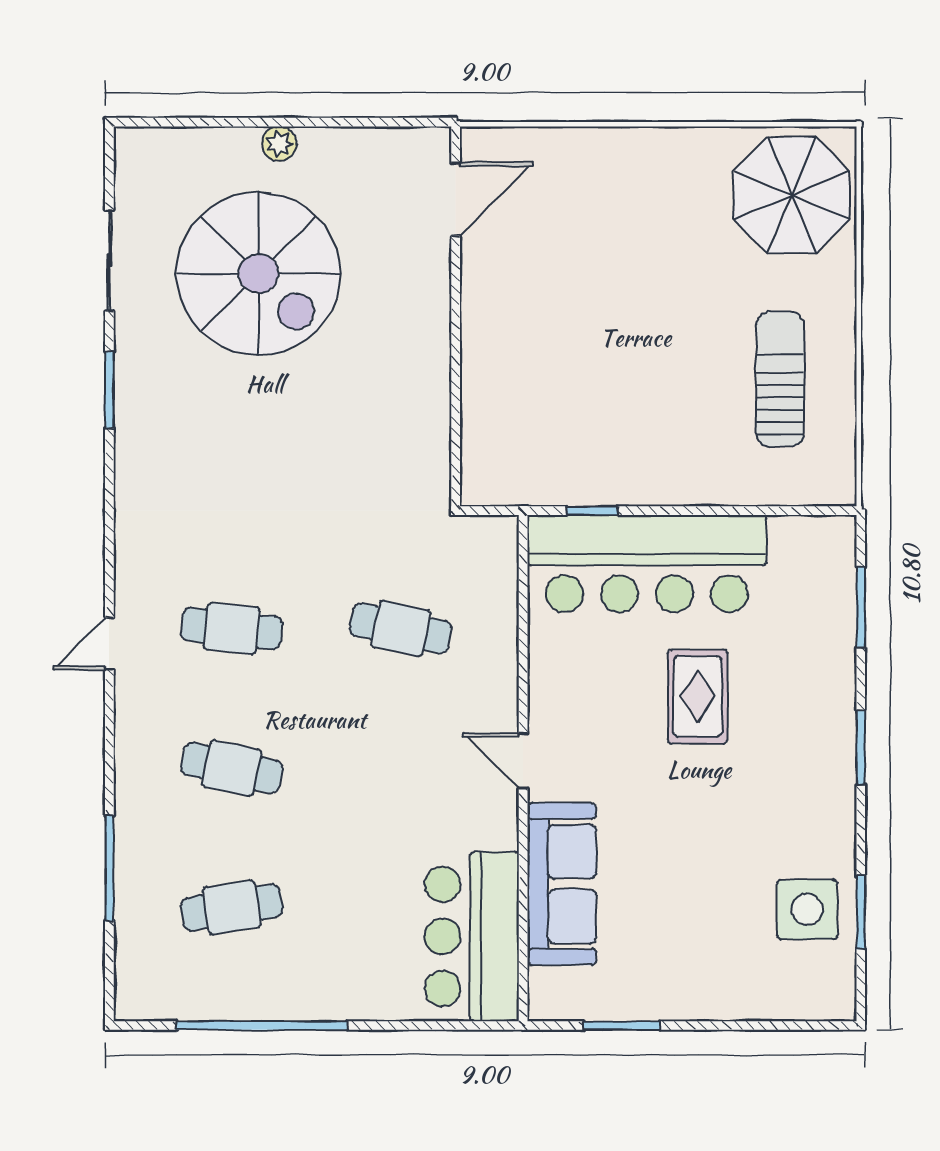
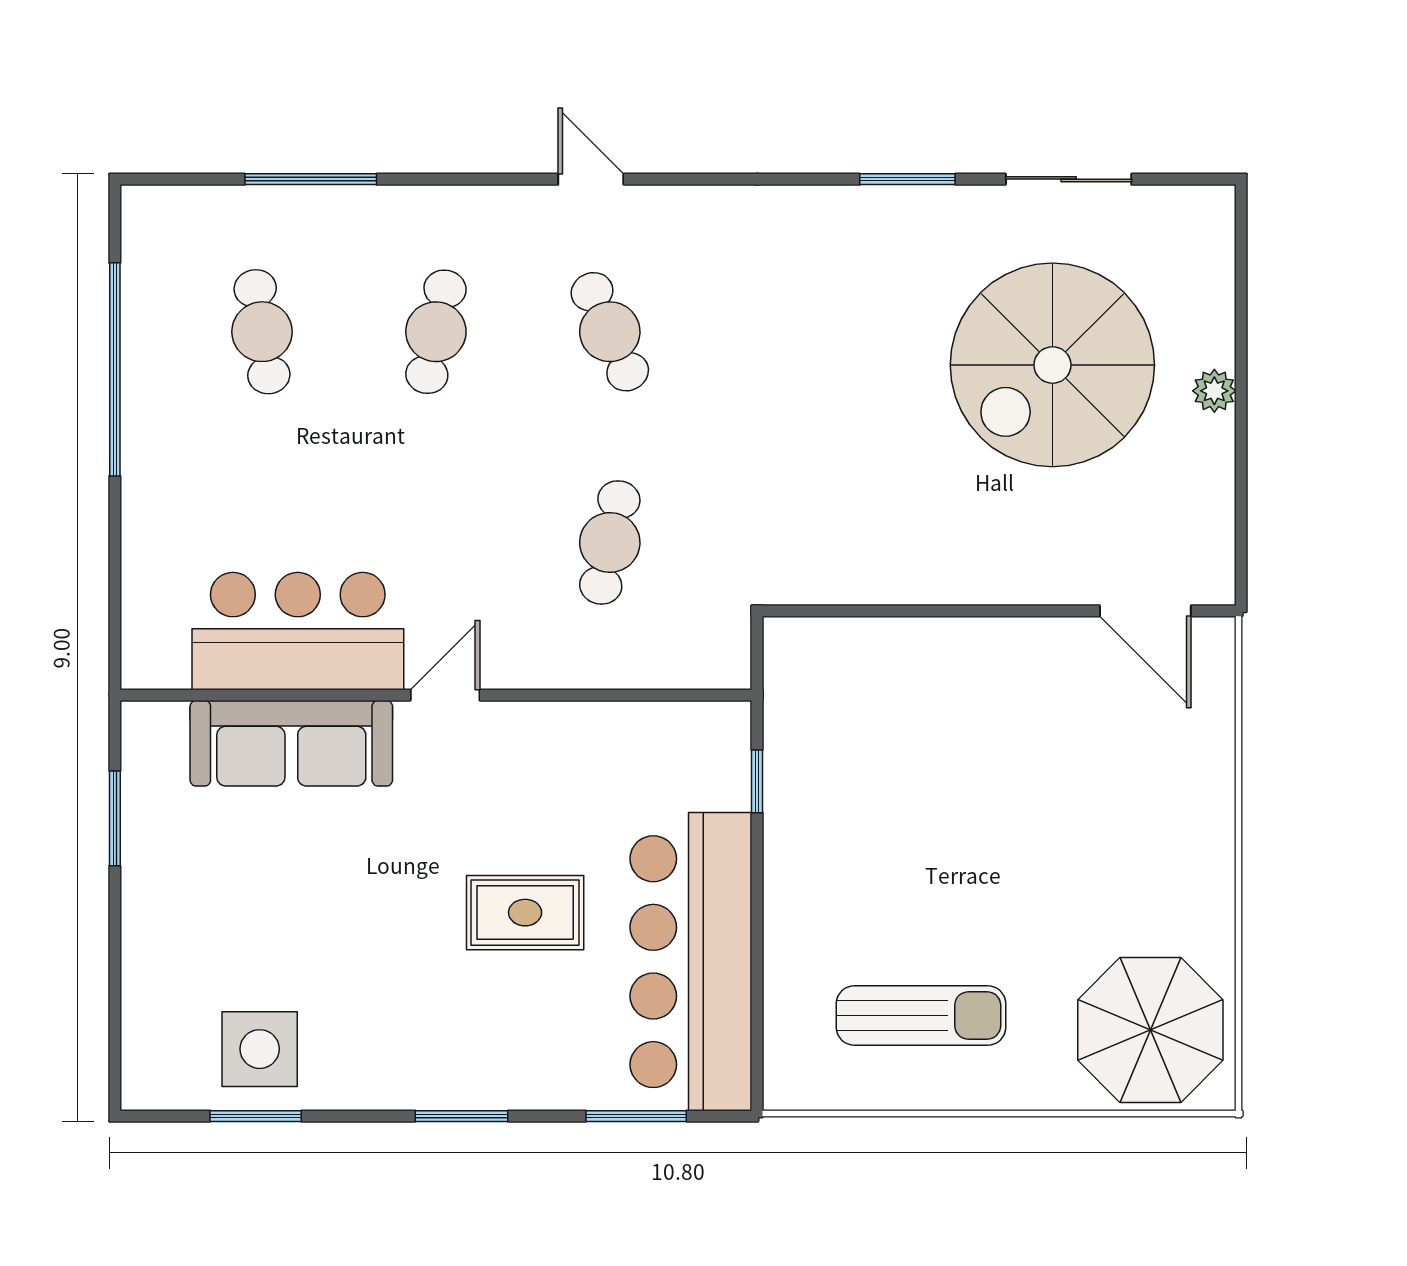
bar counter: (647, 563) -> (691, 962), moved
cafe table: (232, 629) -> (610, 332), turned -30
bar counter: (472, 936) -> (298, 631), moved

